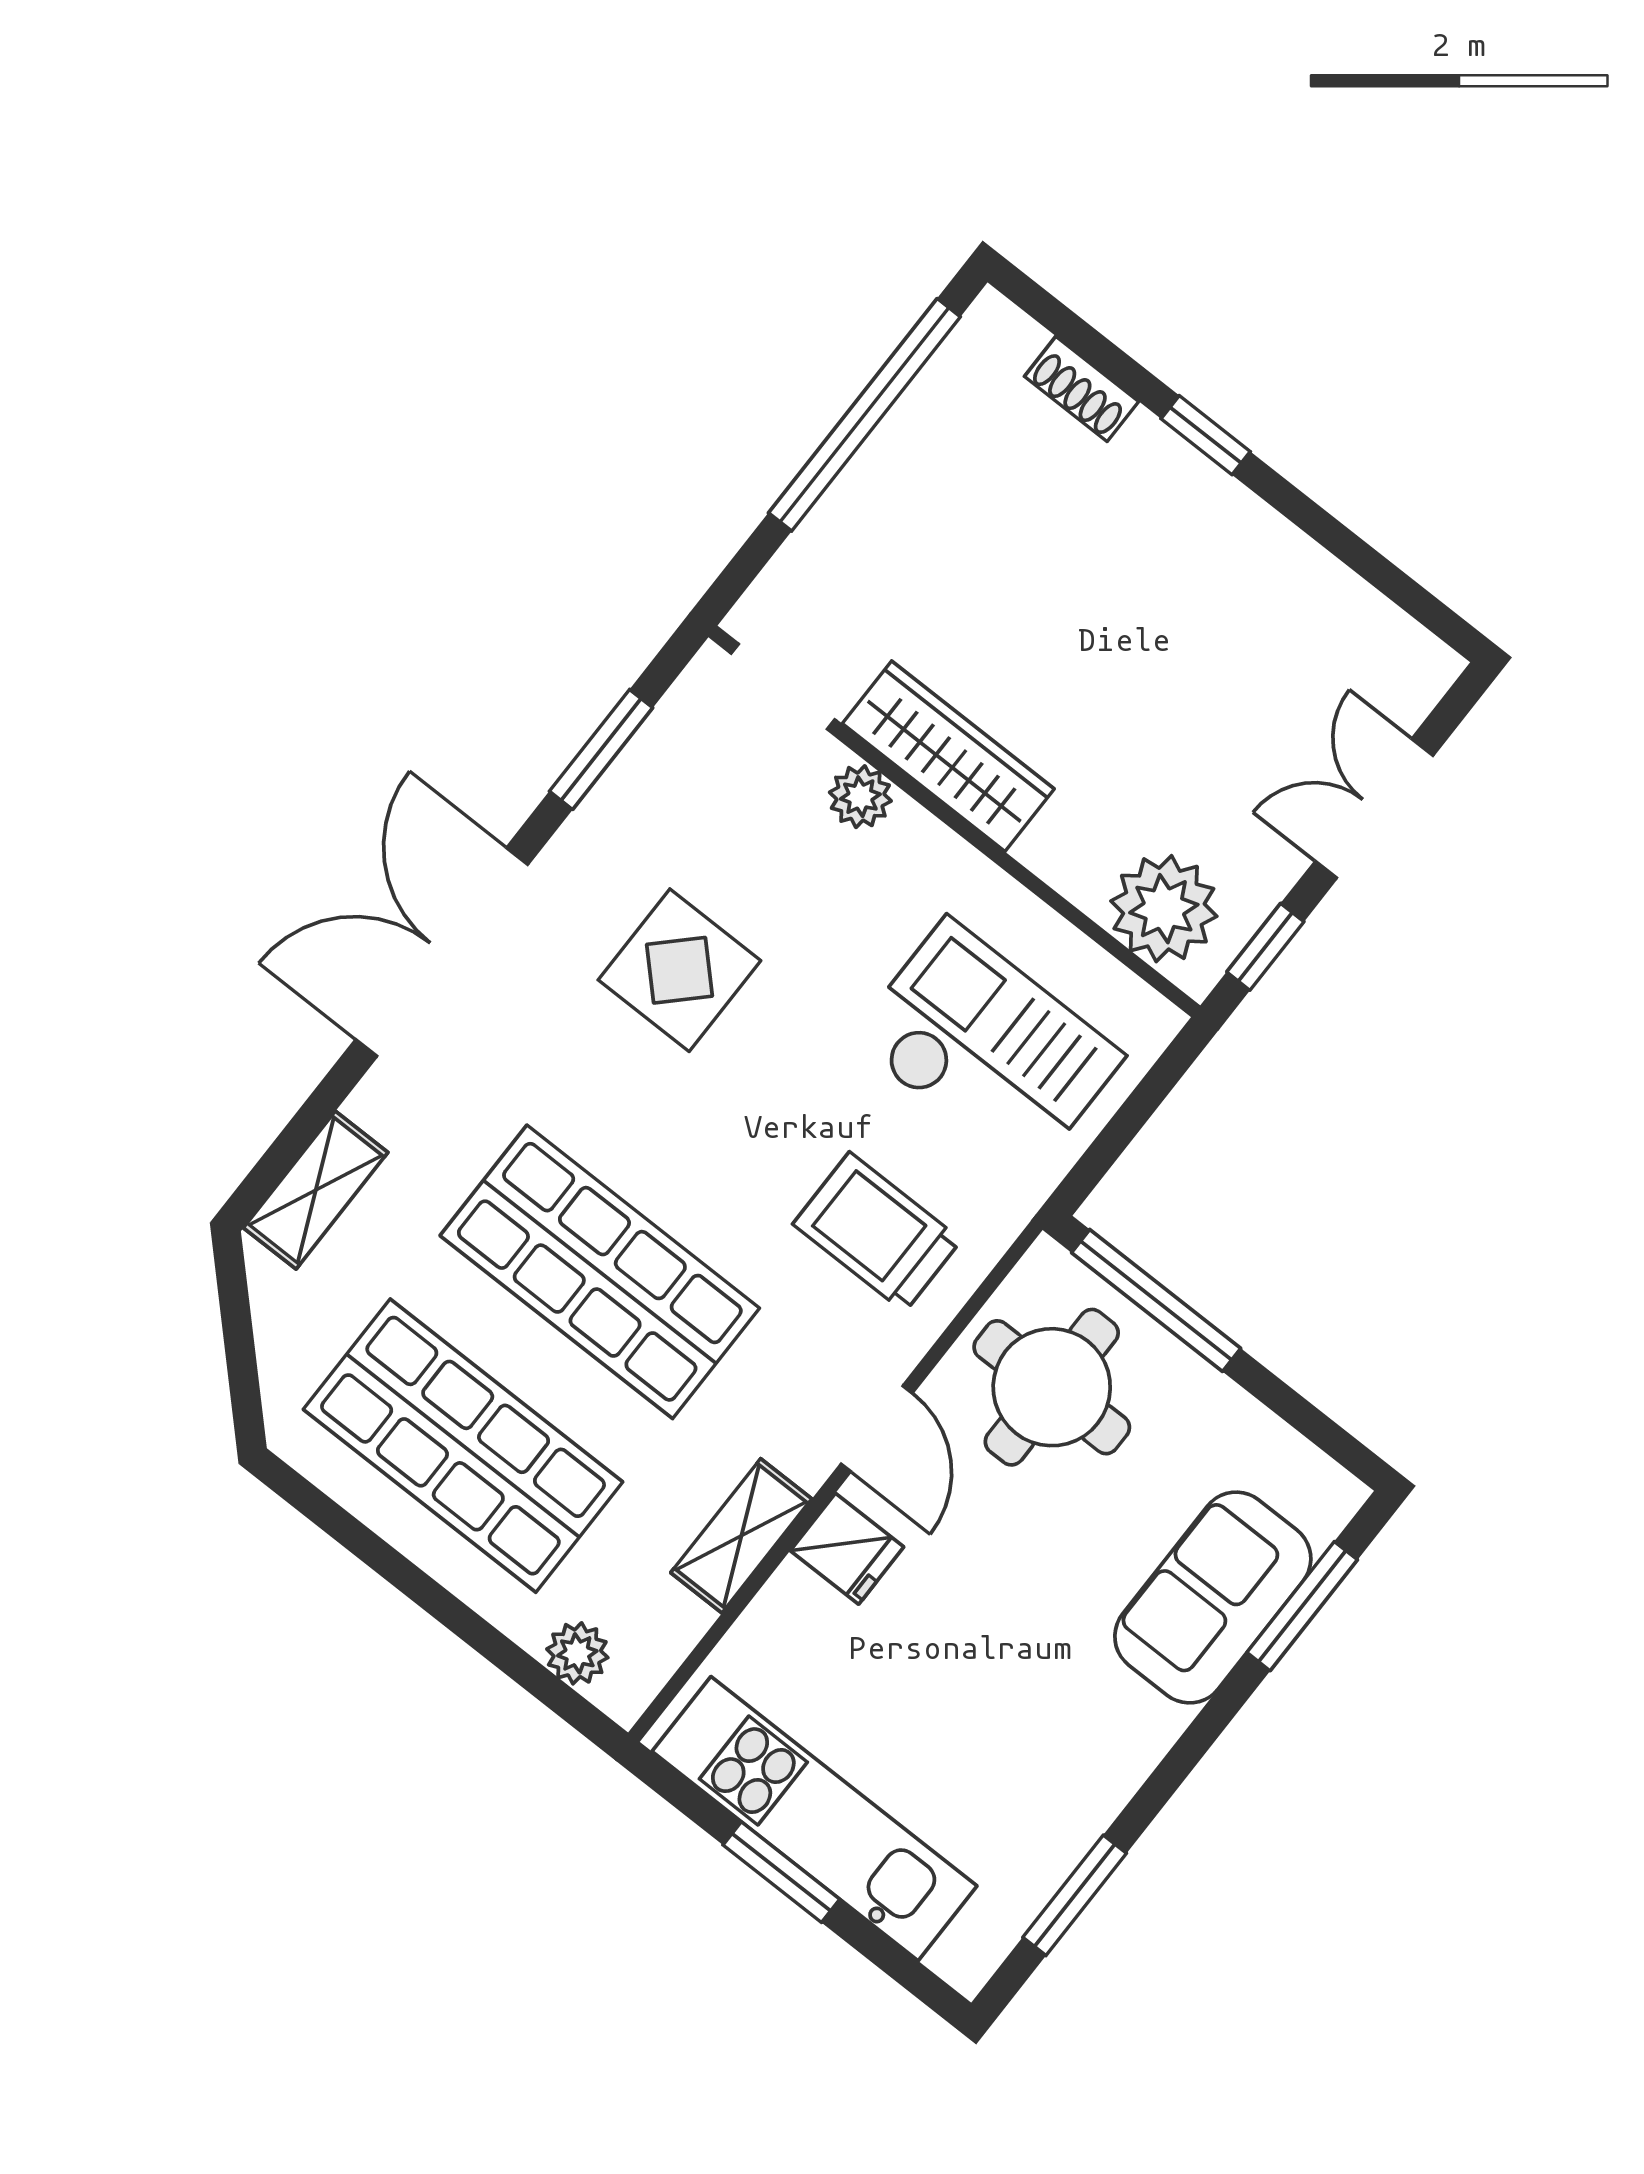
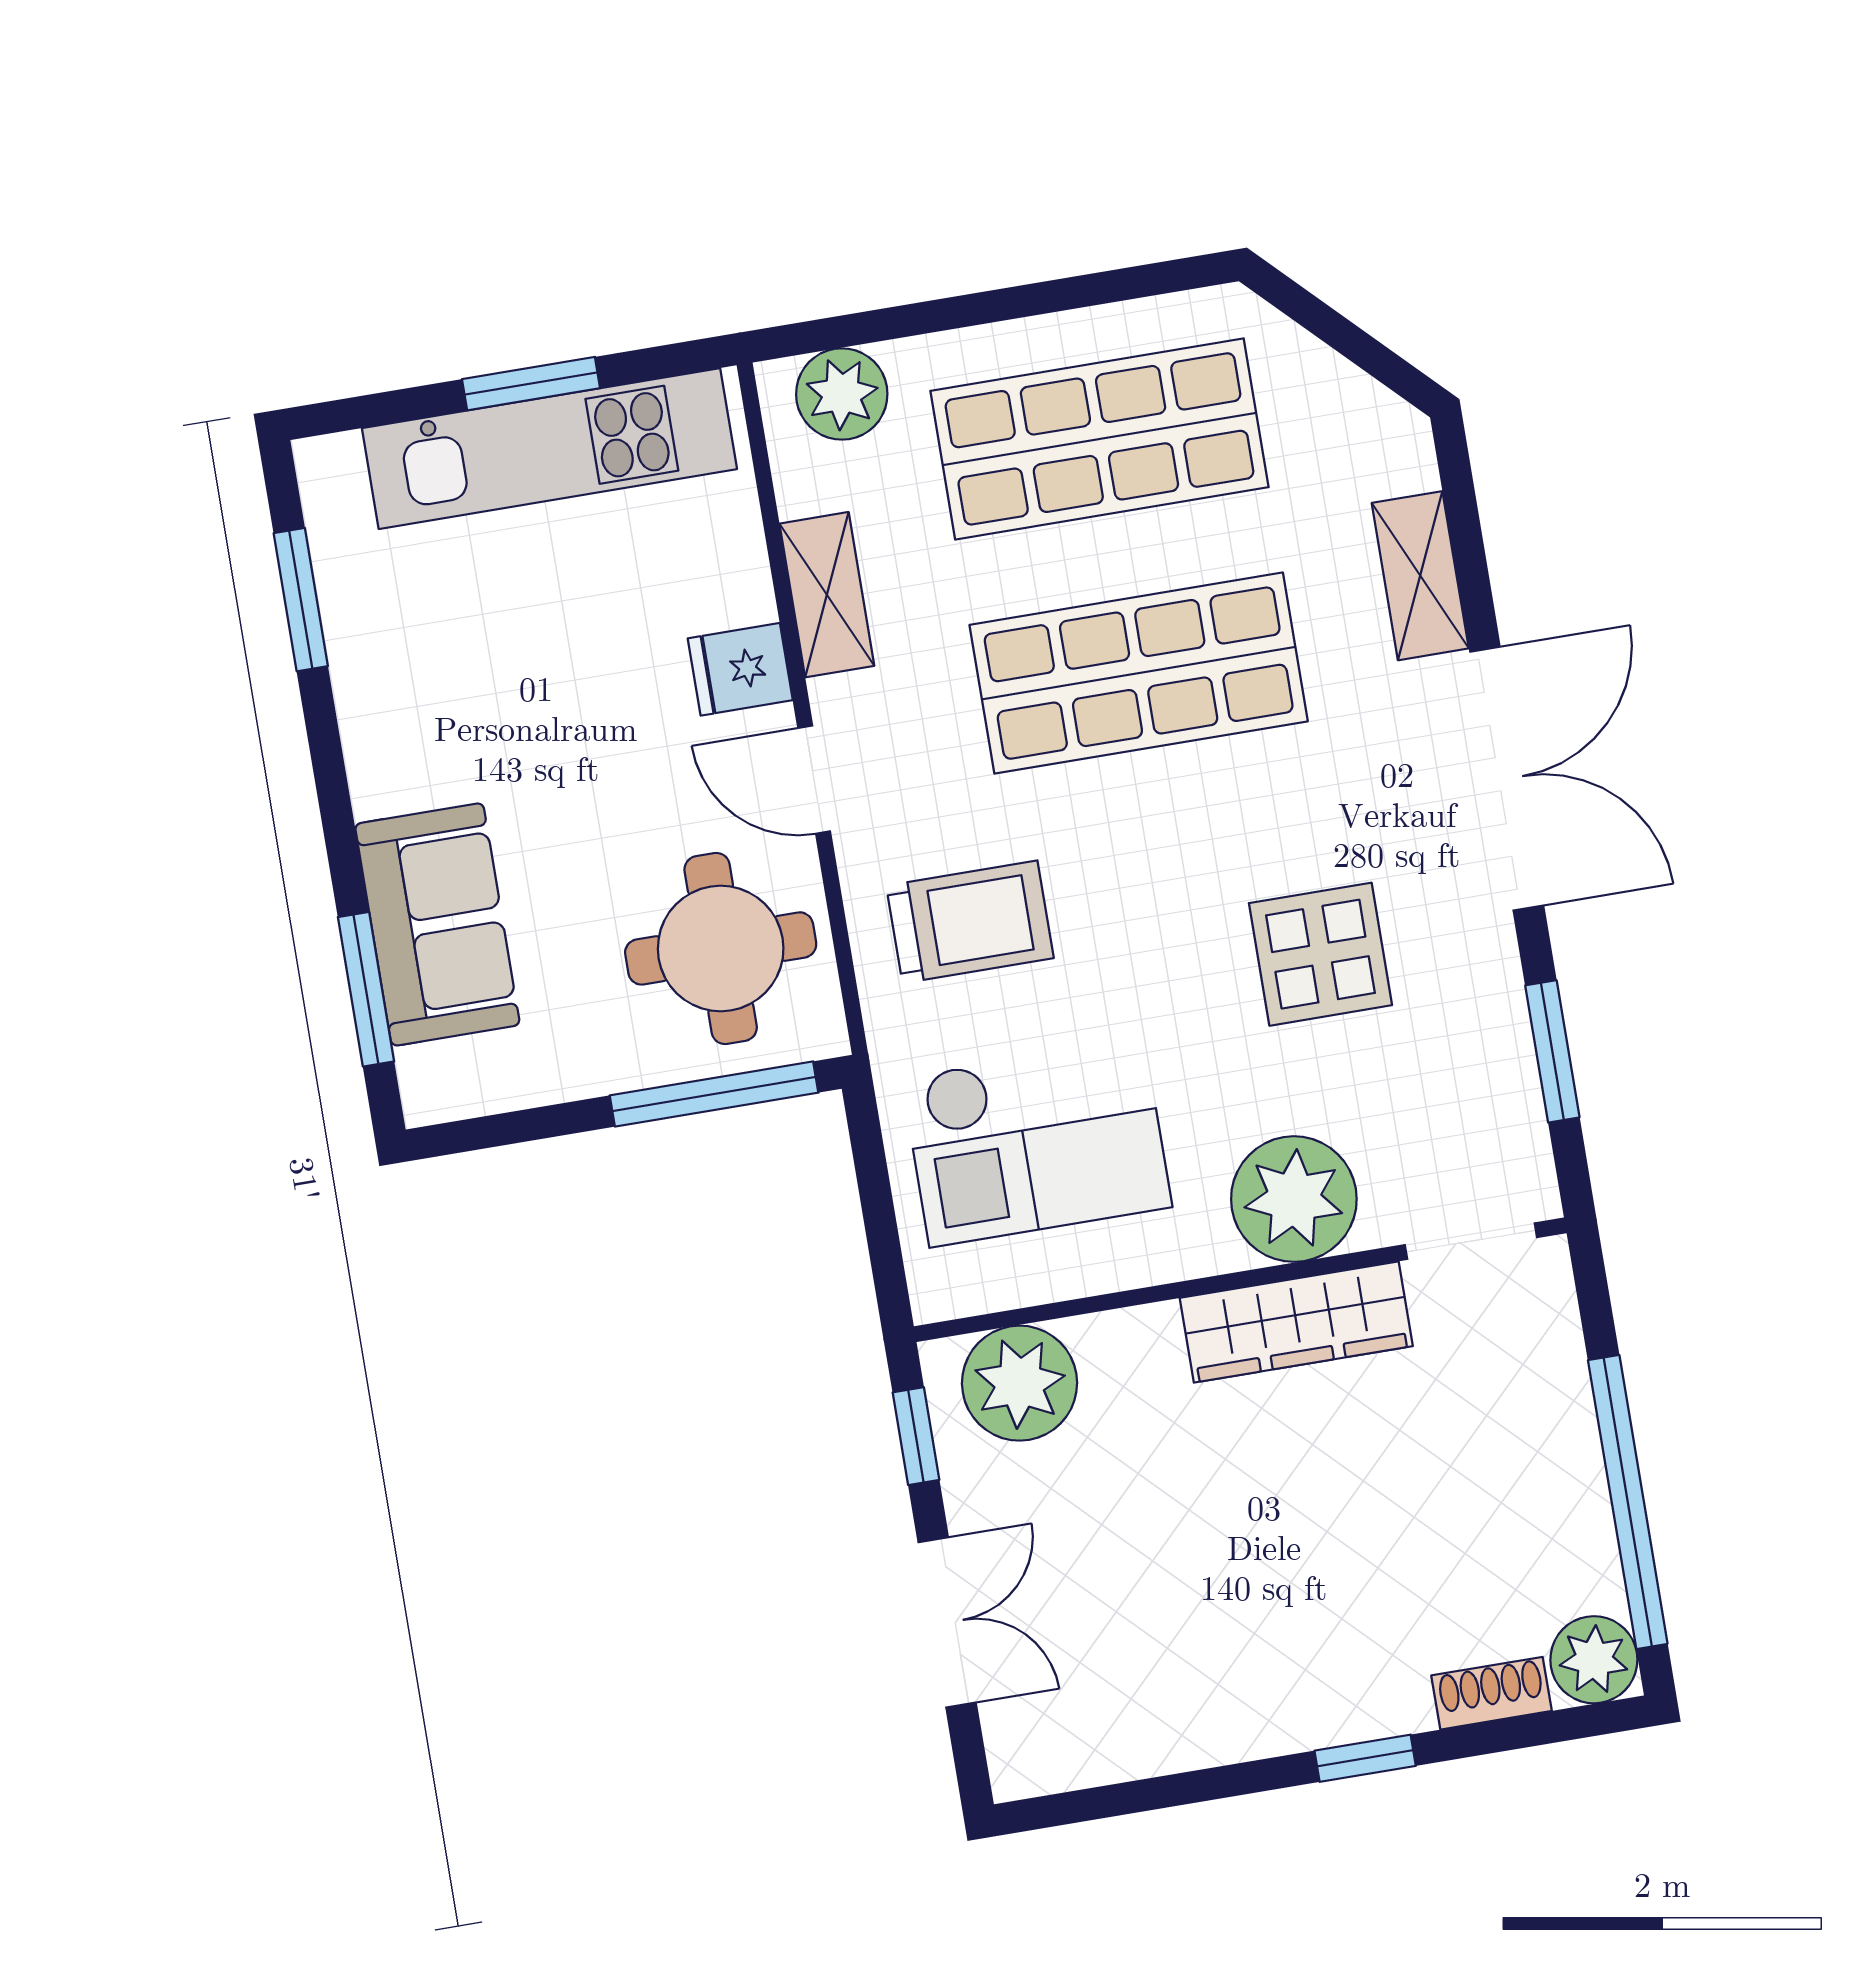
plant: (994, 339) -> (1594, 1660), added
plant: (860, 797) -> (1294, 1199), width x1.88, depth x1.88
shelving: (316, 1190) -> (1420, 576), moved
plant: (577, 1653) -> (842, 394), width x1.38, depth x1.38

